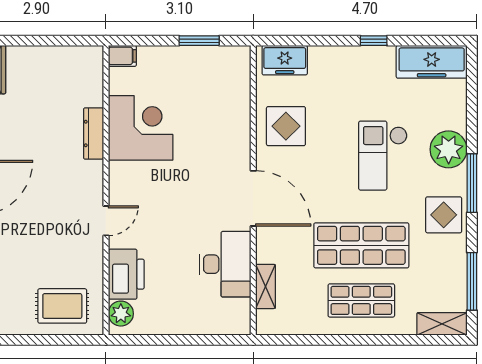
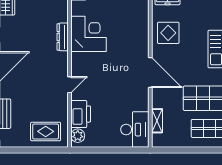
desk: (225, 264) -> (135, 130), moved

